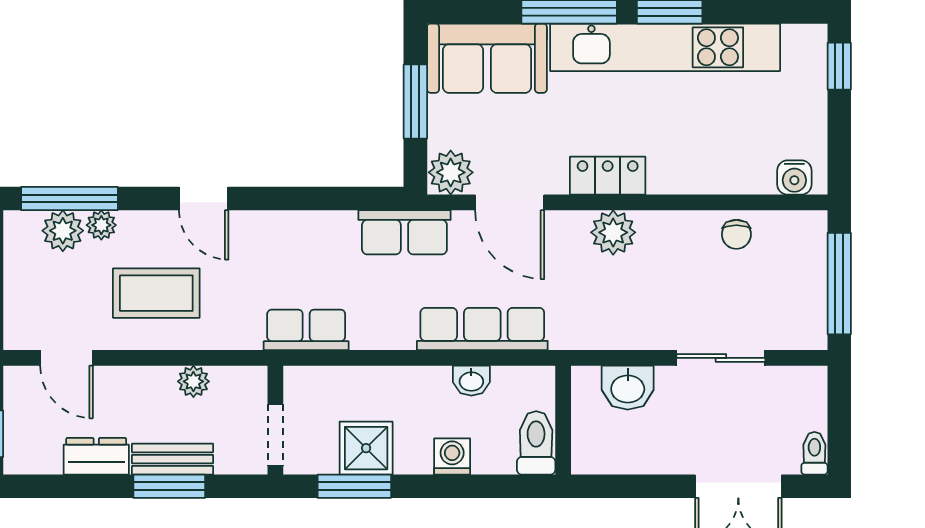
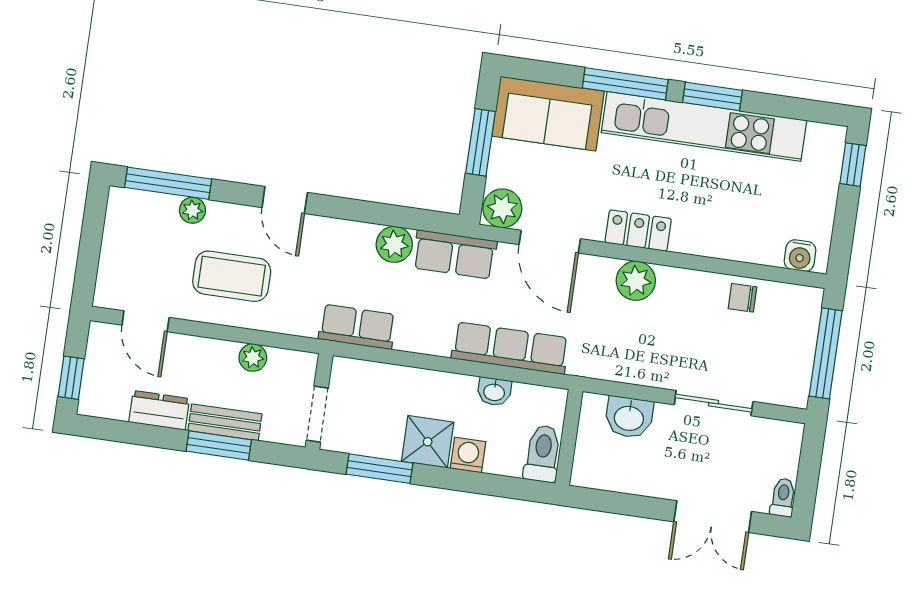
plant: (63, 231) -> (394, 244), moved
chair: (736, 234) -> (743, 298), turned 90
shower: (366, 448) -> (428, 442), moved

